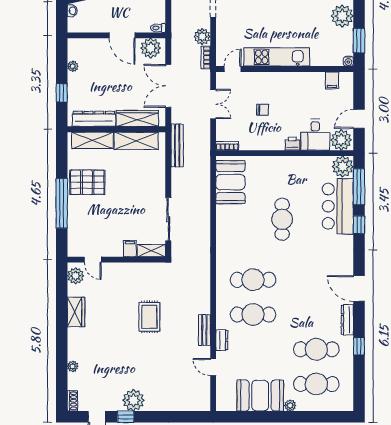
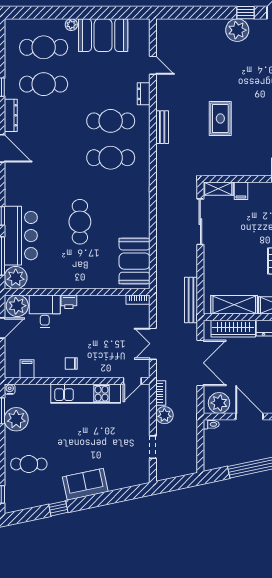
plant: (342, 16) -> (16, 419), moved
chair: (263, 110) -> (71, 363), moved
bench: (204, 330) -> (162, 127), moved

